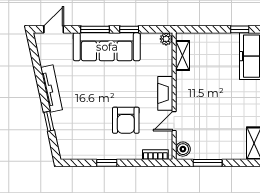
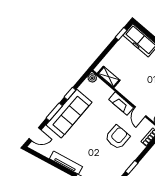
door: (54, 29) -> (35, 134), swing flipped
armchair: (126, 120) -> (117, 137), turned -90

